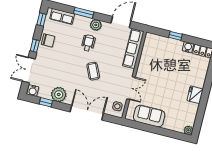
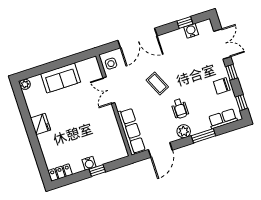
water cooler: (188, 47) -> (89, 163), moved
water cooler: (33, 91) -> (191, 31), moved
plant: (59, 95) -> (177, 38), removed
sofa: (149, 116) -> (61, 78), moved

